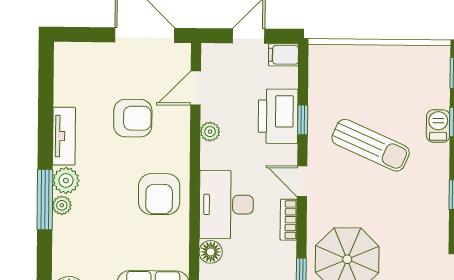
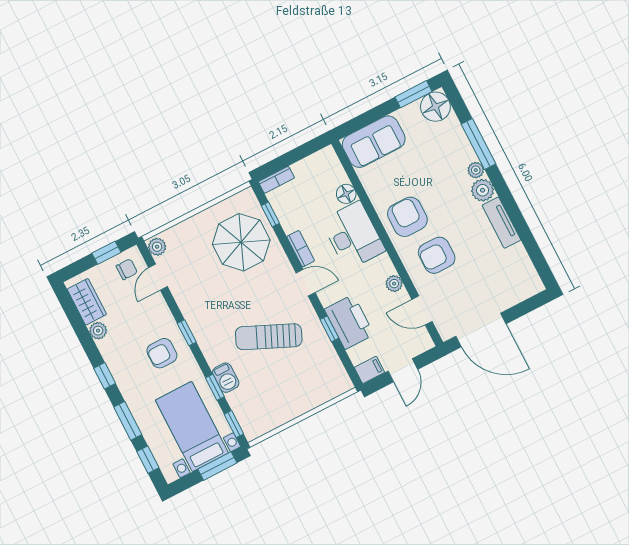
door: (196, 88) -> (422, 310), swing flipped
armchair: (133, 118) -> (437, 255), moved
window: (45, 200) -> (478, 144), moved

